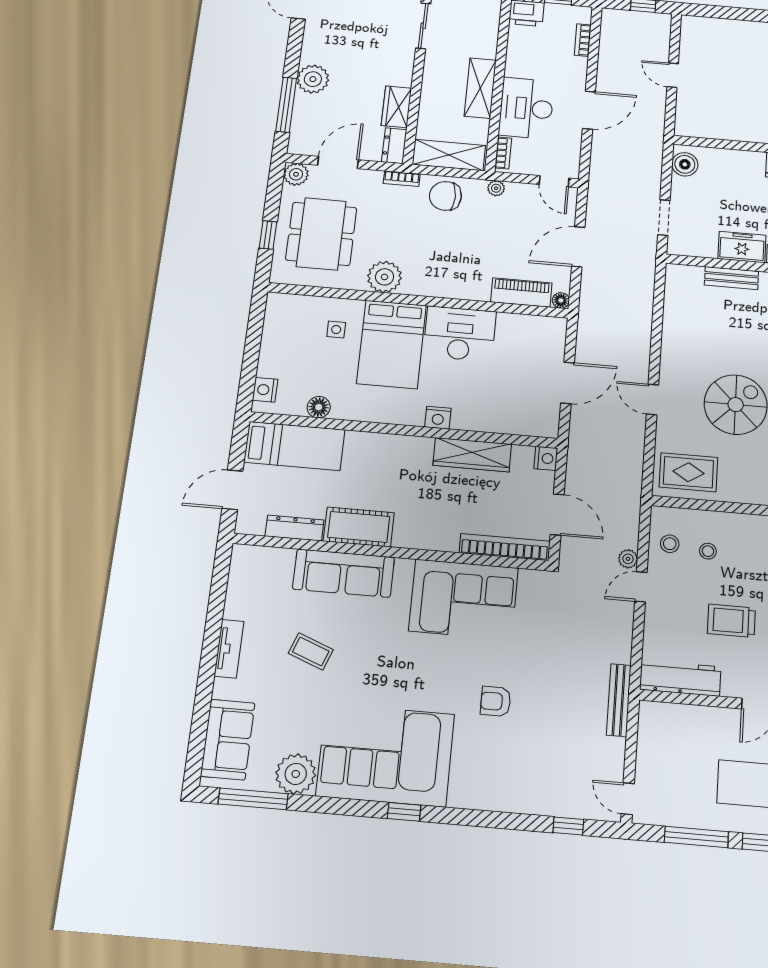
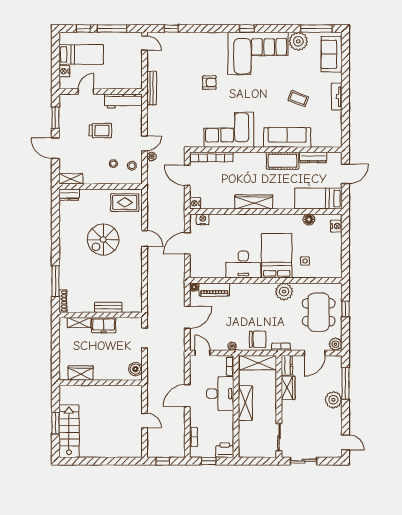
nightstand: (438, 418) -> (203, 219), moved
wardrobe: (472, 455) -> (254, 202), moved

